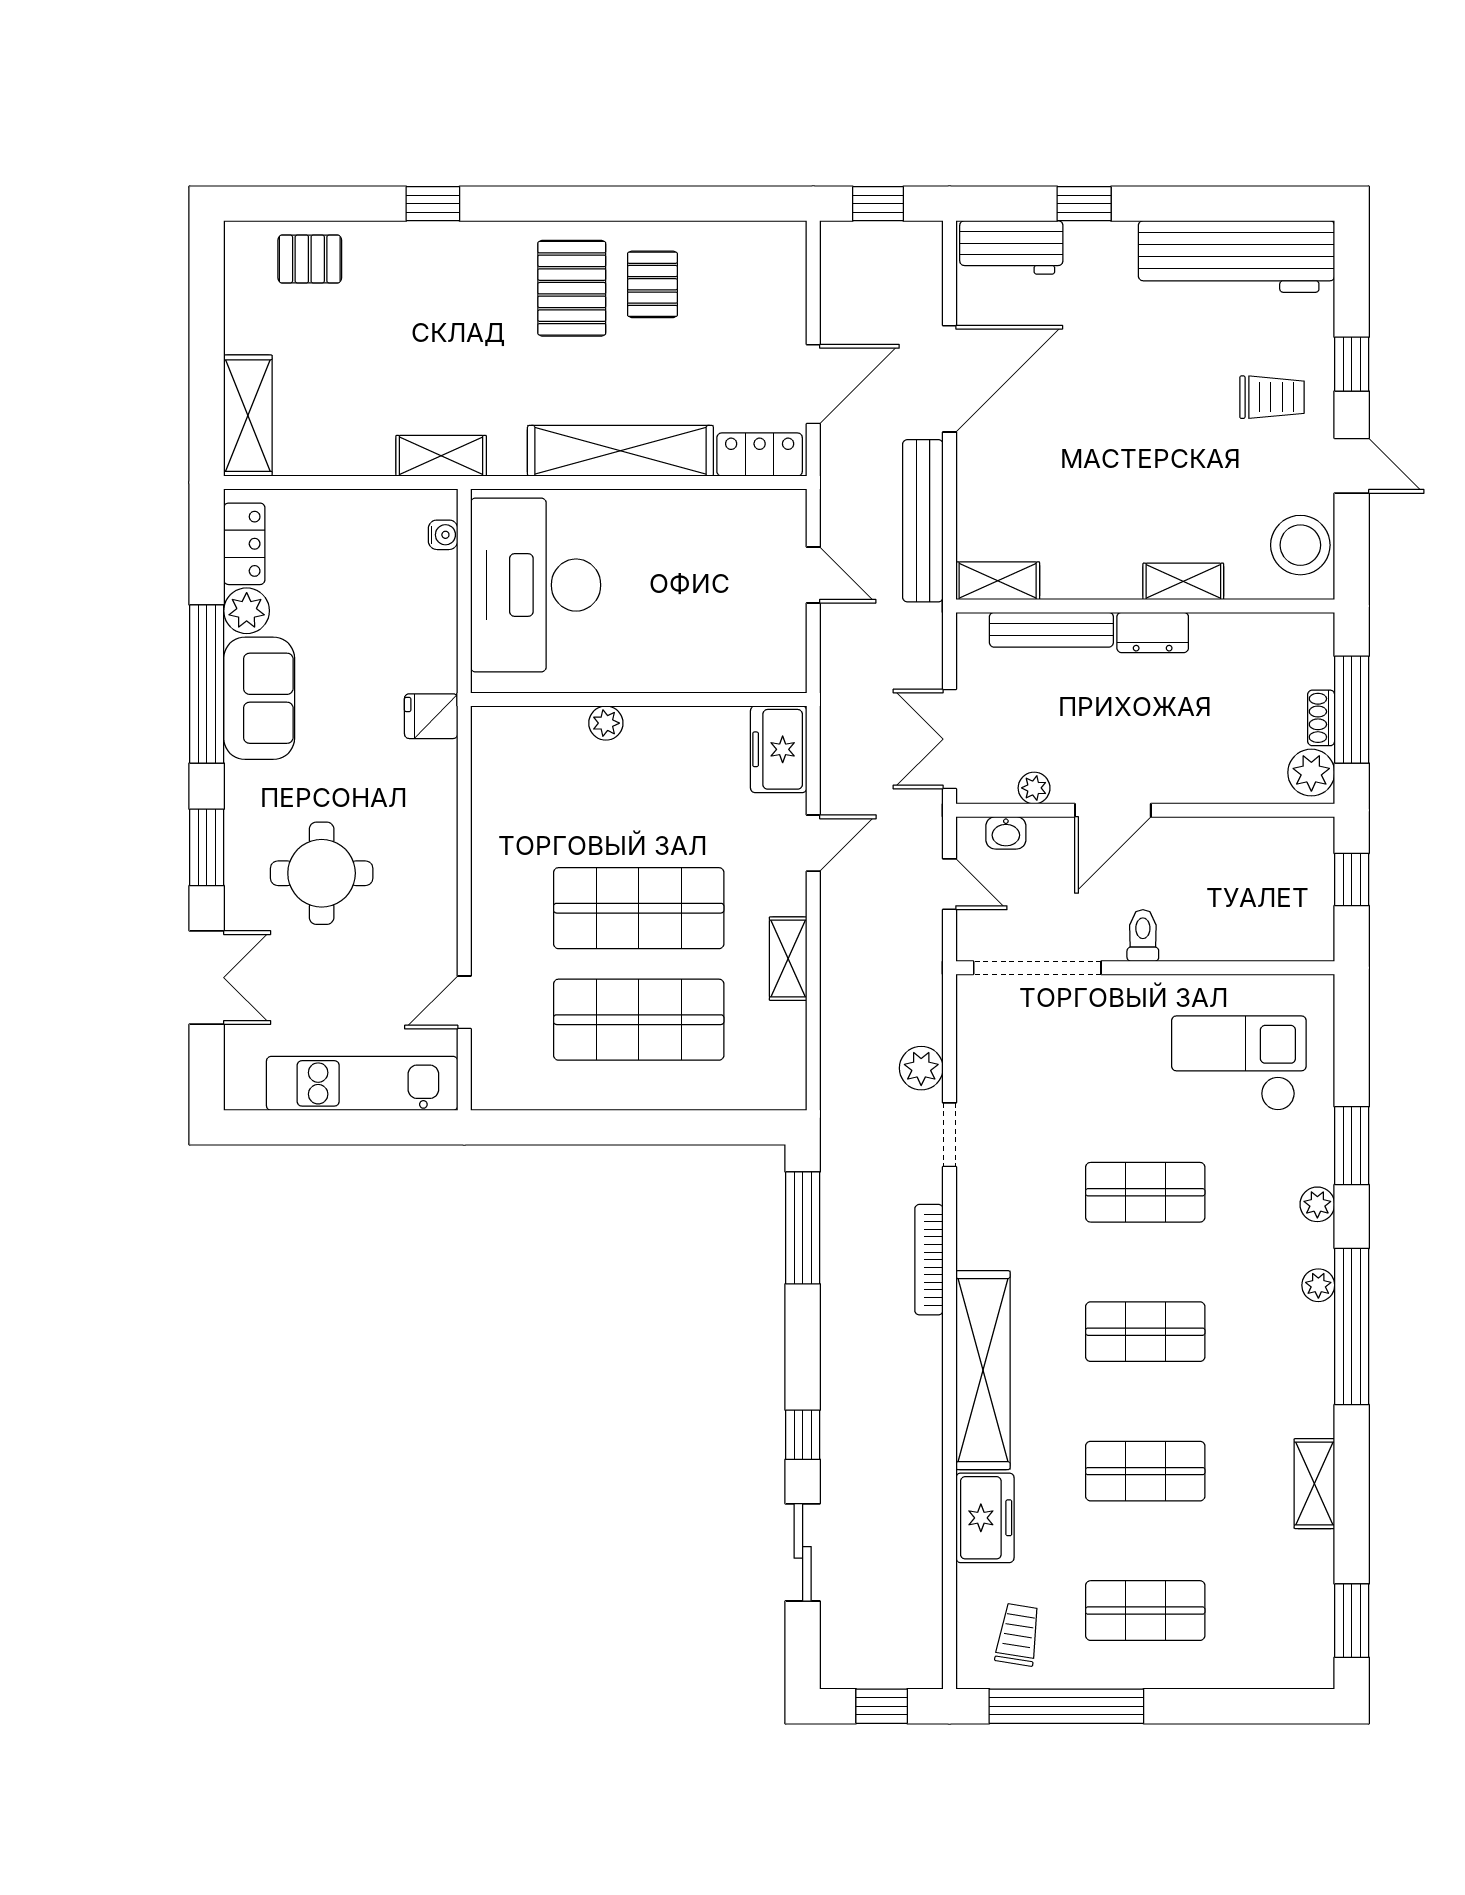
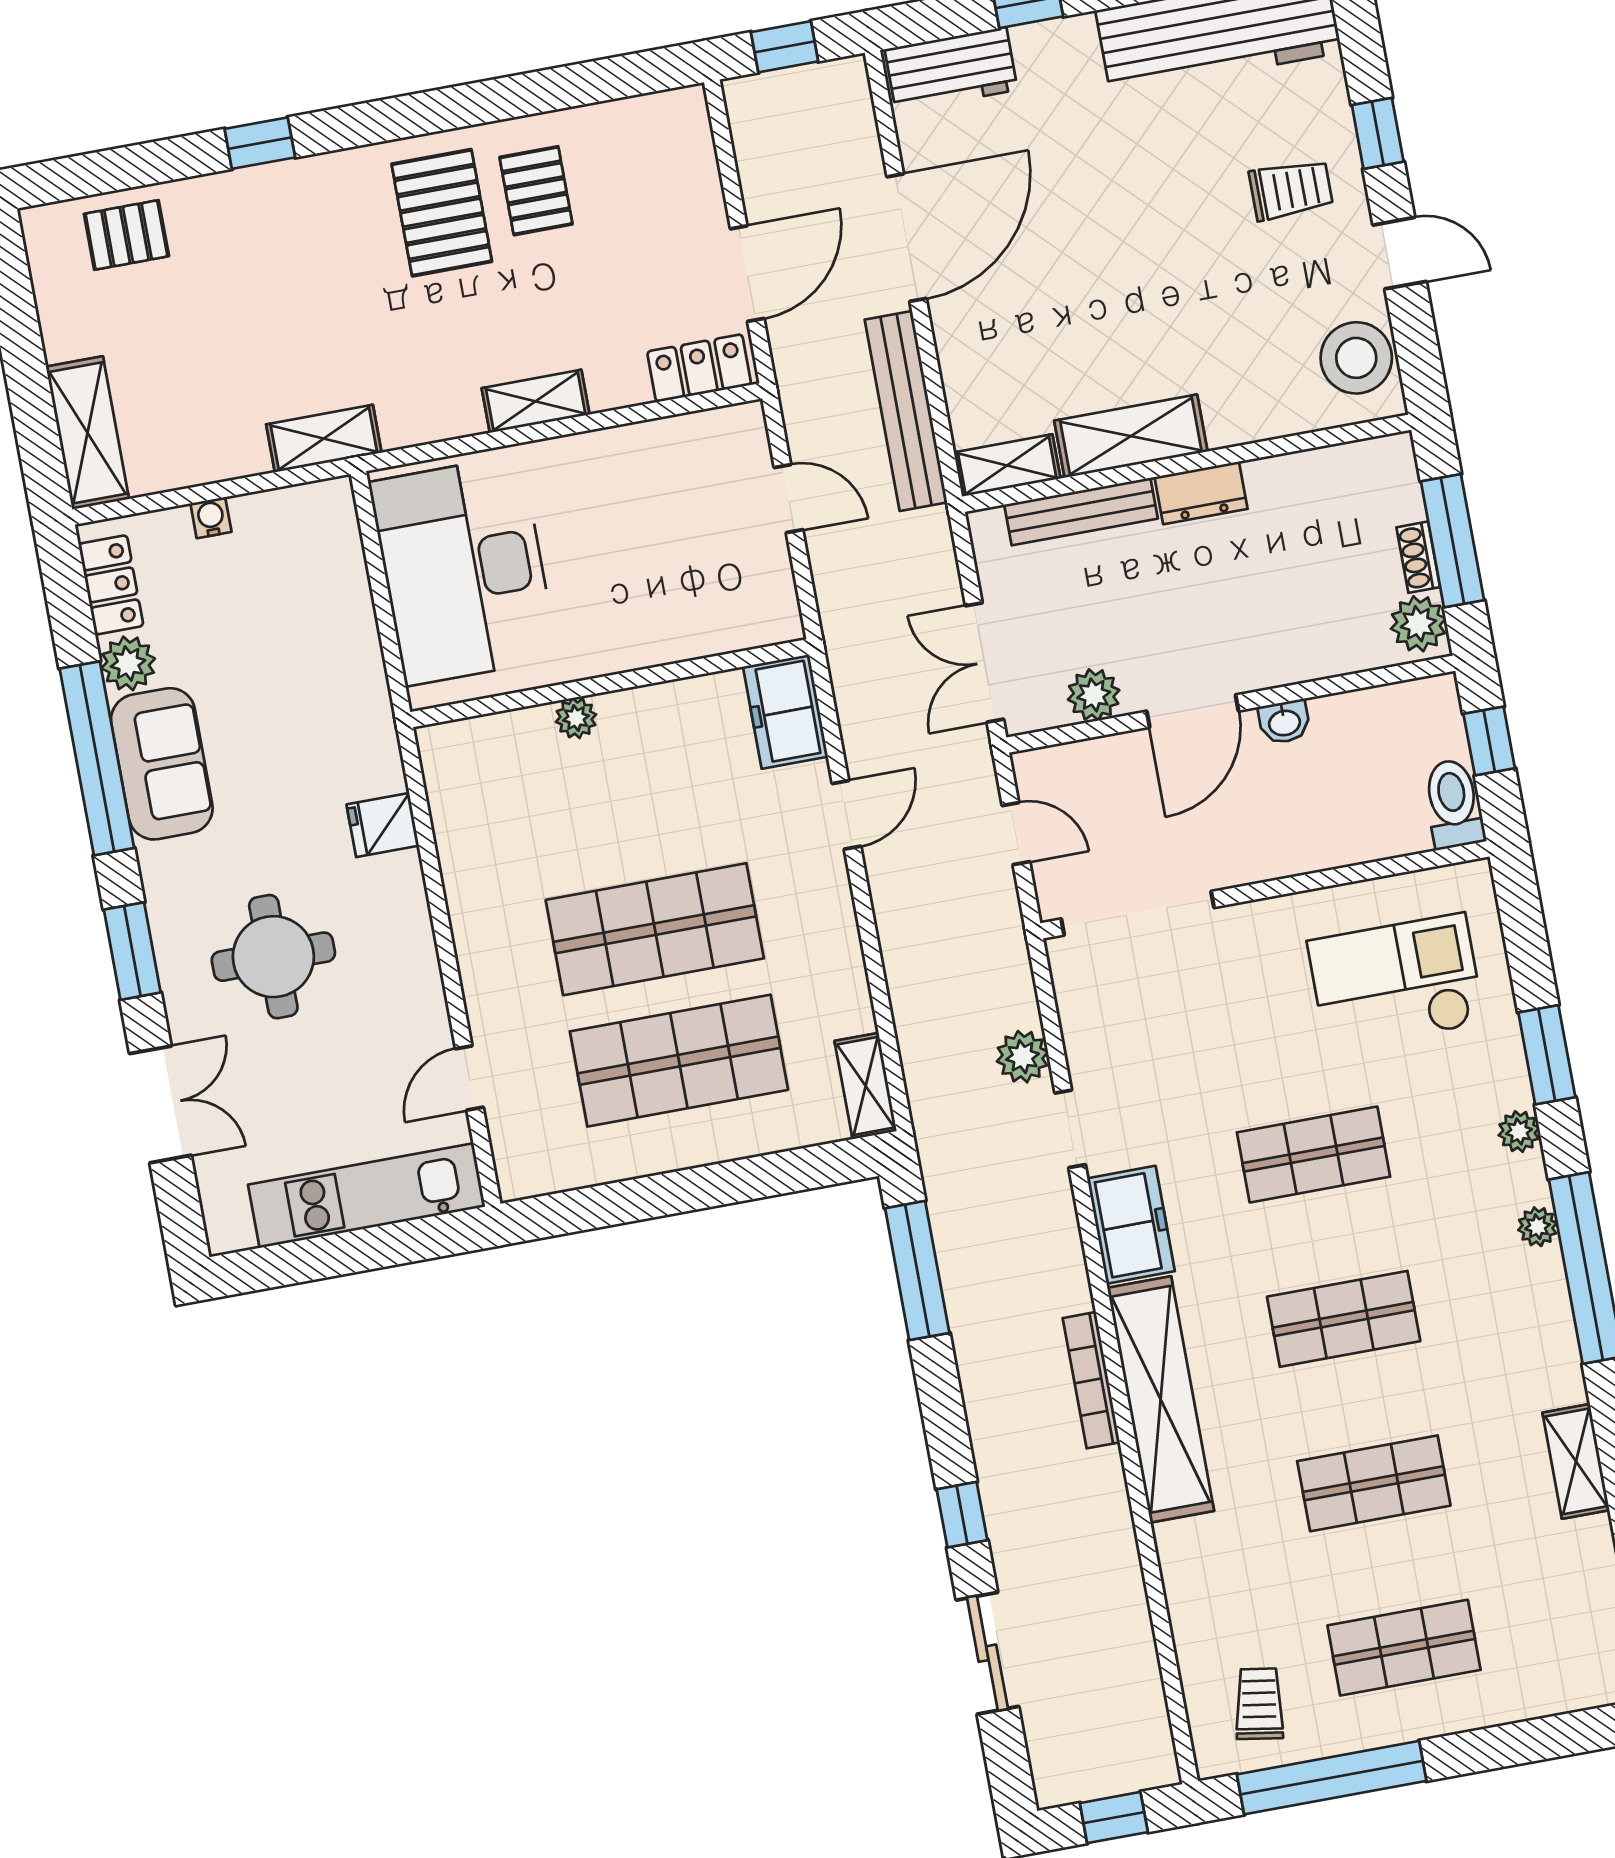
shelving: (620, 451) -> (536, 401), width x0.45, depth x0.75
water cooler: (443, 535) -> (211, 518), moved, turned -90
shelving: (1183, 581) -> (1131, 436), moved, width x1.50, depth x1.33
fridge: (431, 716) -> (383, 825), moved
plant: (1034, 788) -> (1094, 695), width x1.38, depth x1.38
washbasin: (1006, 833) -> (1284, 722), moved
toilet: (1143, 936) -> (1453, 804), moved, width x1.37, depth x1.39
shelving: (788, 959) -> (866, 1086), moved
bookcase: (929, 1260) -> (1091, 1380), moved
freezer: (985, 1518) -> (1131, 1225), moved

